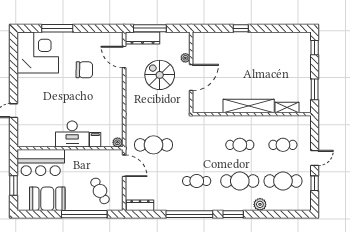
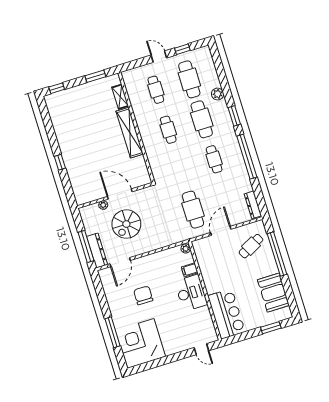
desk: (72, 134) -> (191, 293), moved
filing cabinet: (95, 140) -> (190, 270), moved
plant: (117, 142) -> (186, 249), moved
wall: (70, 148) -> (205, 291), moved
bar counter: (41, 163) -> (226, 314), moved

